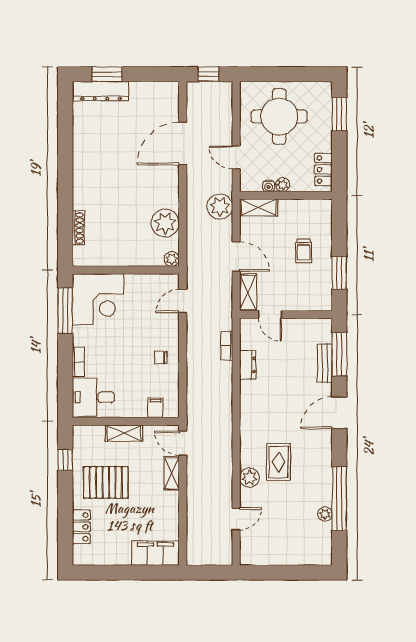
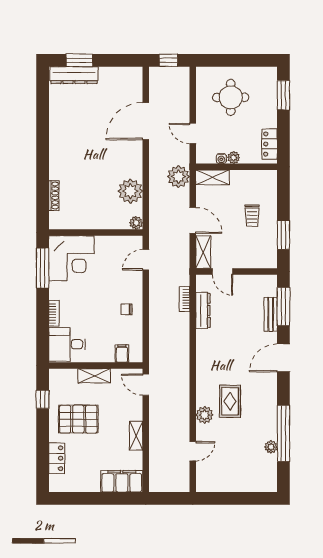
round table: (279, 116) -> (231, 97), width x0.73, depth x0.73
dresser: (248, 365) -> (203, 310), width x1.44
shelving: (172, 473) -> (136, 436), moved

